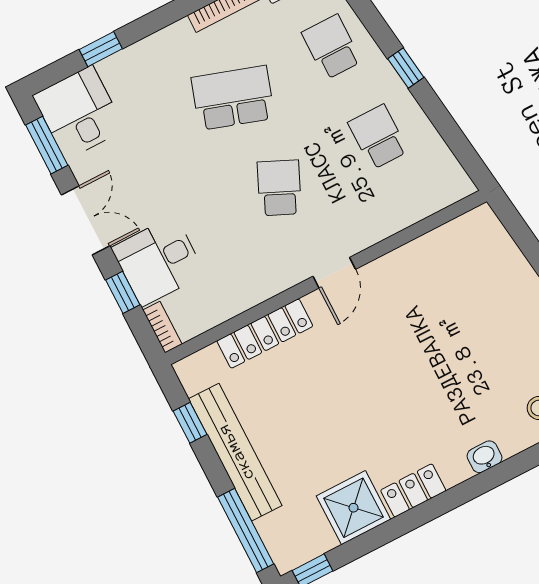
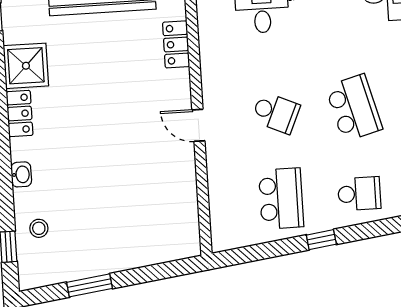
school desk: (233, 98) -> (354, 108), turned -33
school desk: (378, 137) -> (281, 199), width x1.85
locker: (265, 334) -> (176, 44), width x0.66

